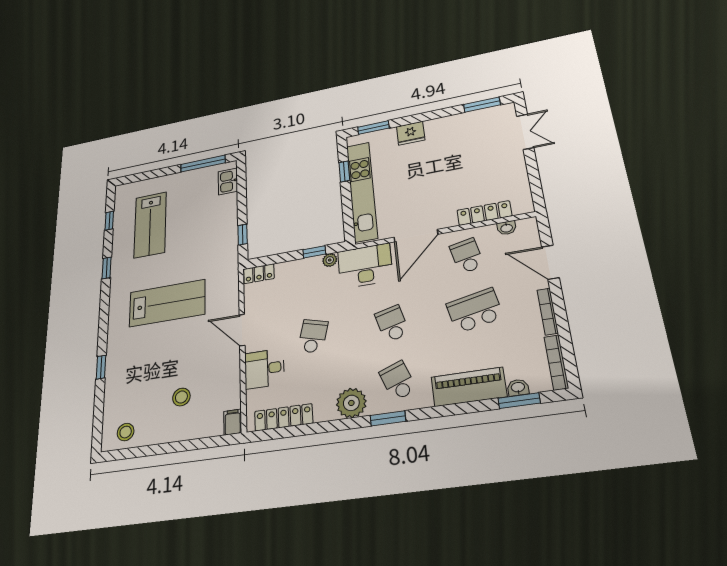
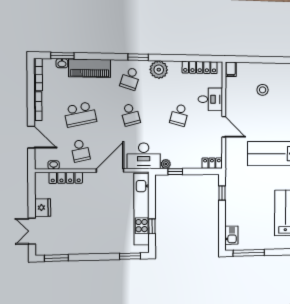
fridge: (411, 133) -> (43, 208), moved, turned 90
school desk: (398, 381) -> (130, 79), turned 39

